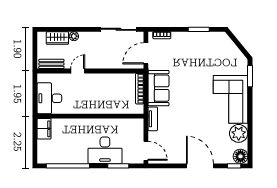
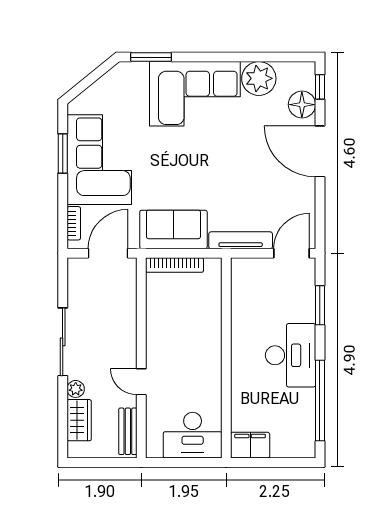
sliding door: (118, 29) -> (63, 342), moved
corner sofa: (196, 49) -> (99, 160), added
door: (146, 53) -> (108, 253), swing flipped
tv unit: (153, 119) -> (241, 240), width x1.41
desk: (105, 150) -> (291, 355), moved
floor lamp: (240, 156) -> (302, 105), moved
door: (200, 166) -> (320, 151), hinge flipped

